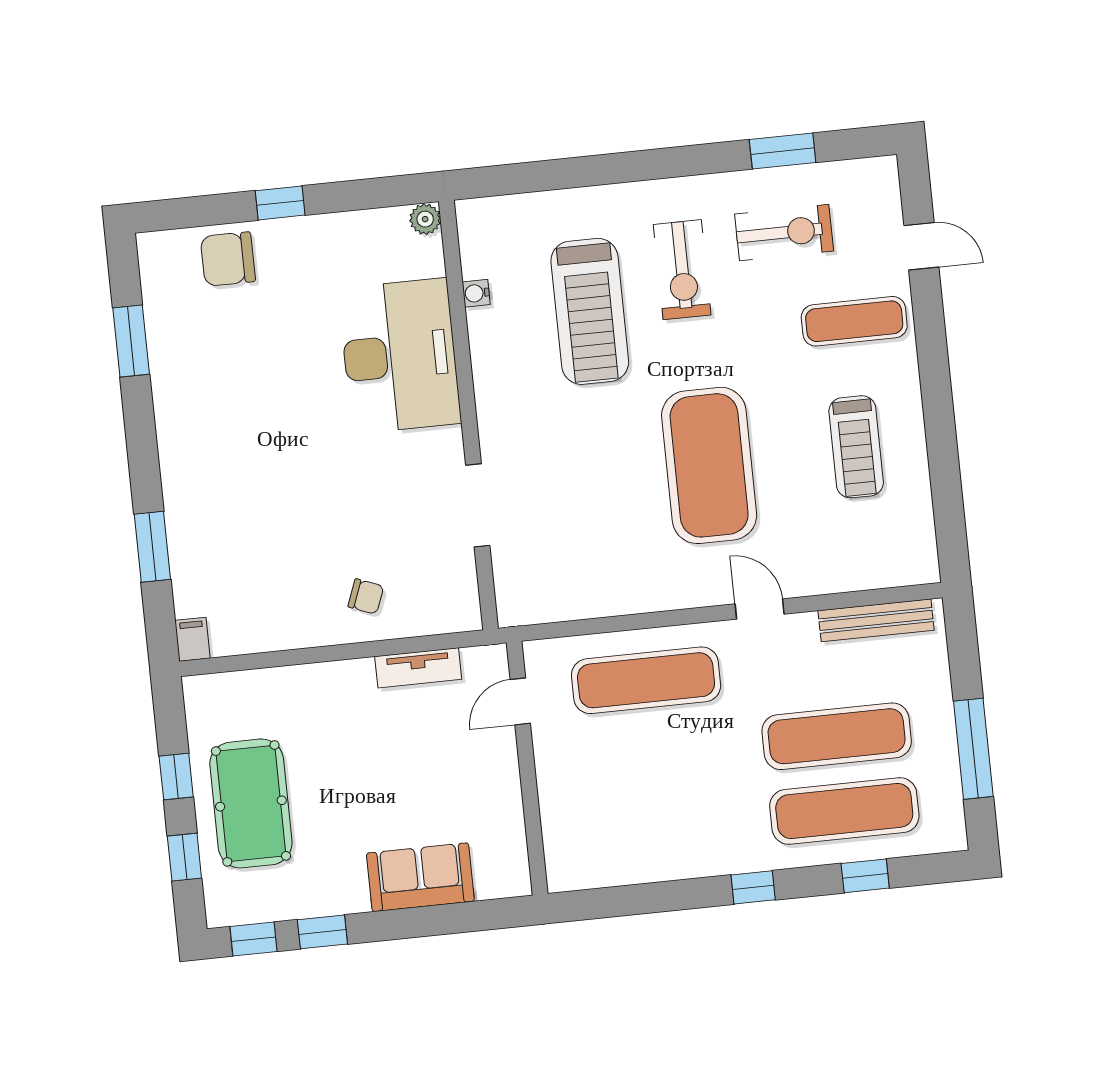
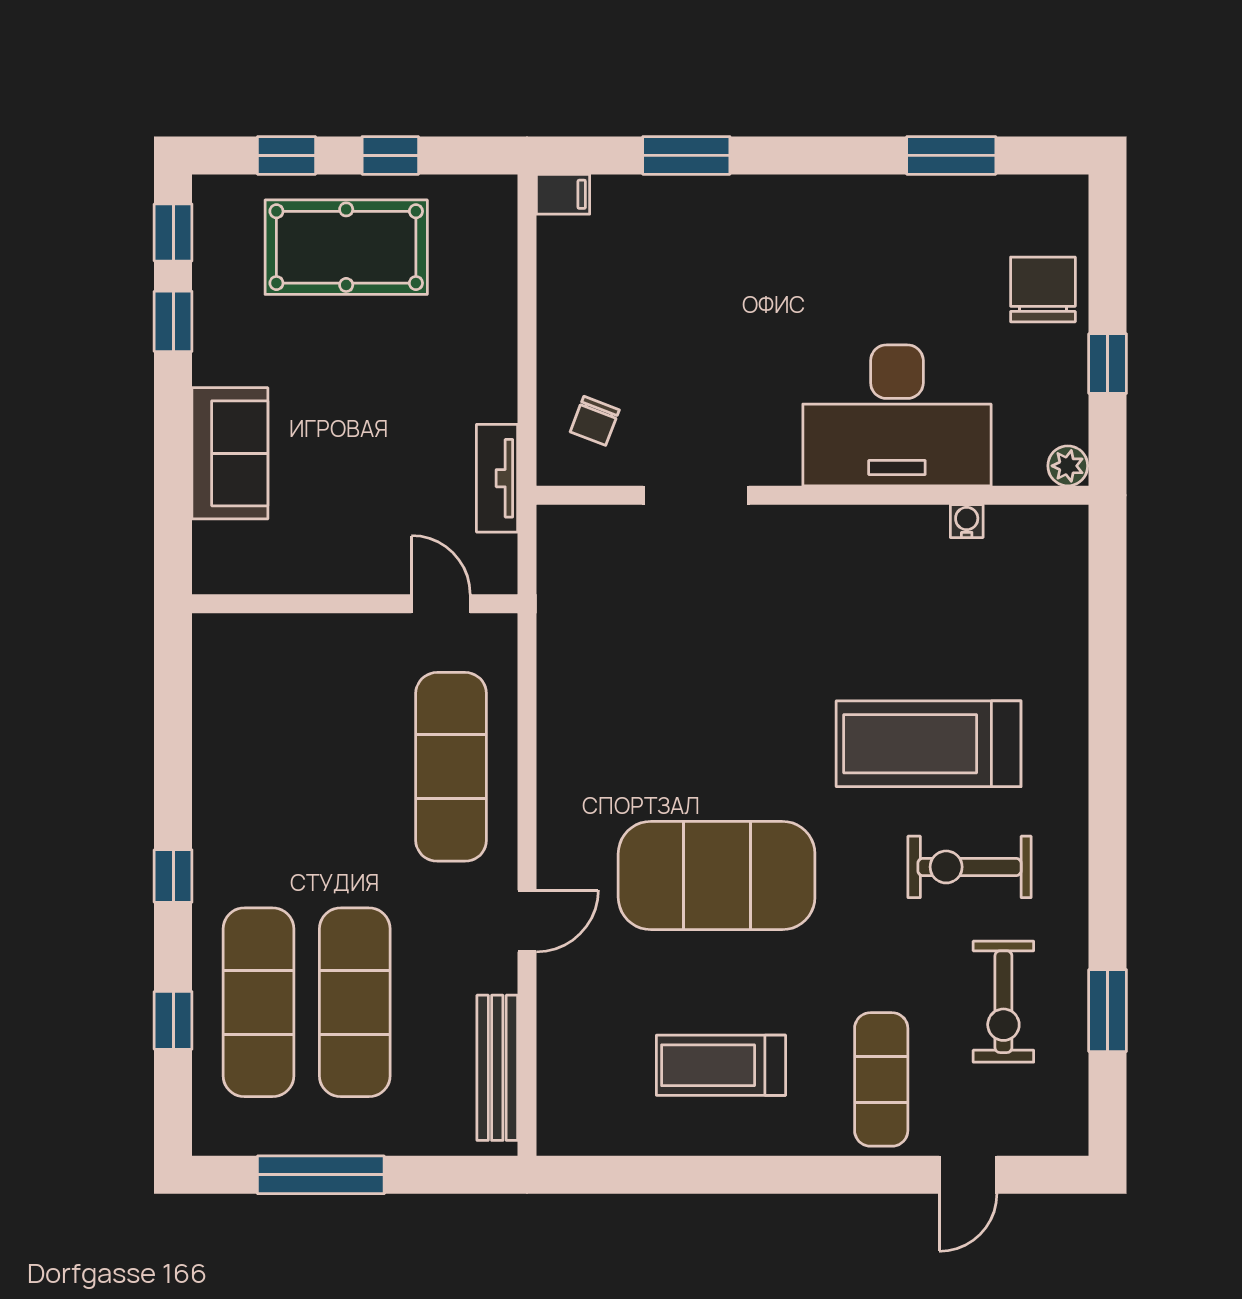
plant: (425, 219) -> (1068, 466), moved
water cooler: (476, 293) -> (967, 521), moved
desk: (400, 356) -> (897, 415), moved
wall: (468, 415) -> (813, 495), moved
doorway: (478, 505) -> (696, 495), moved

